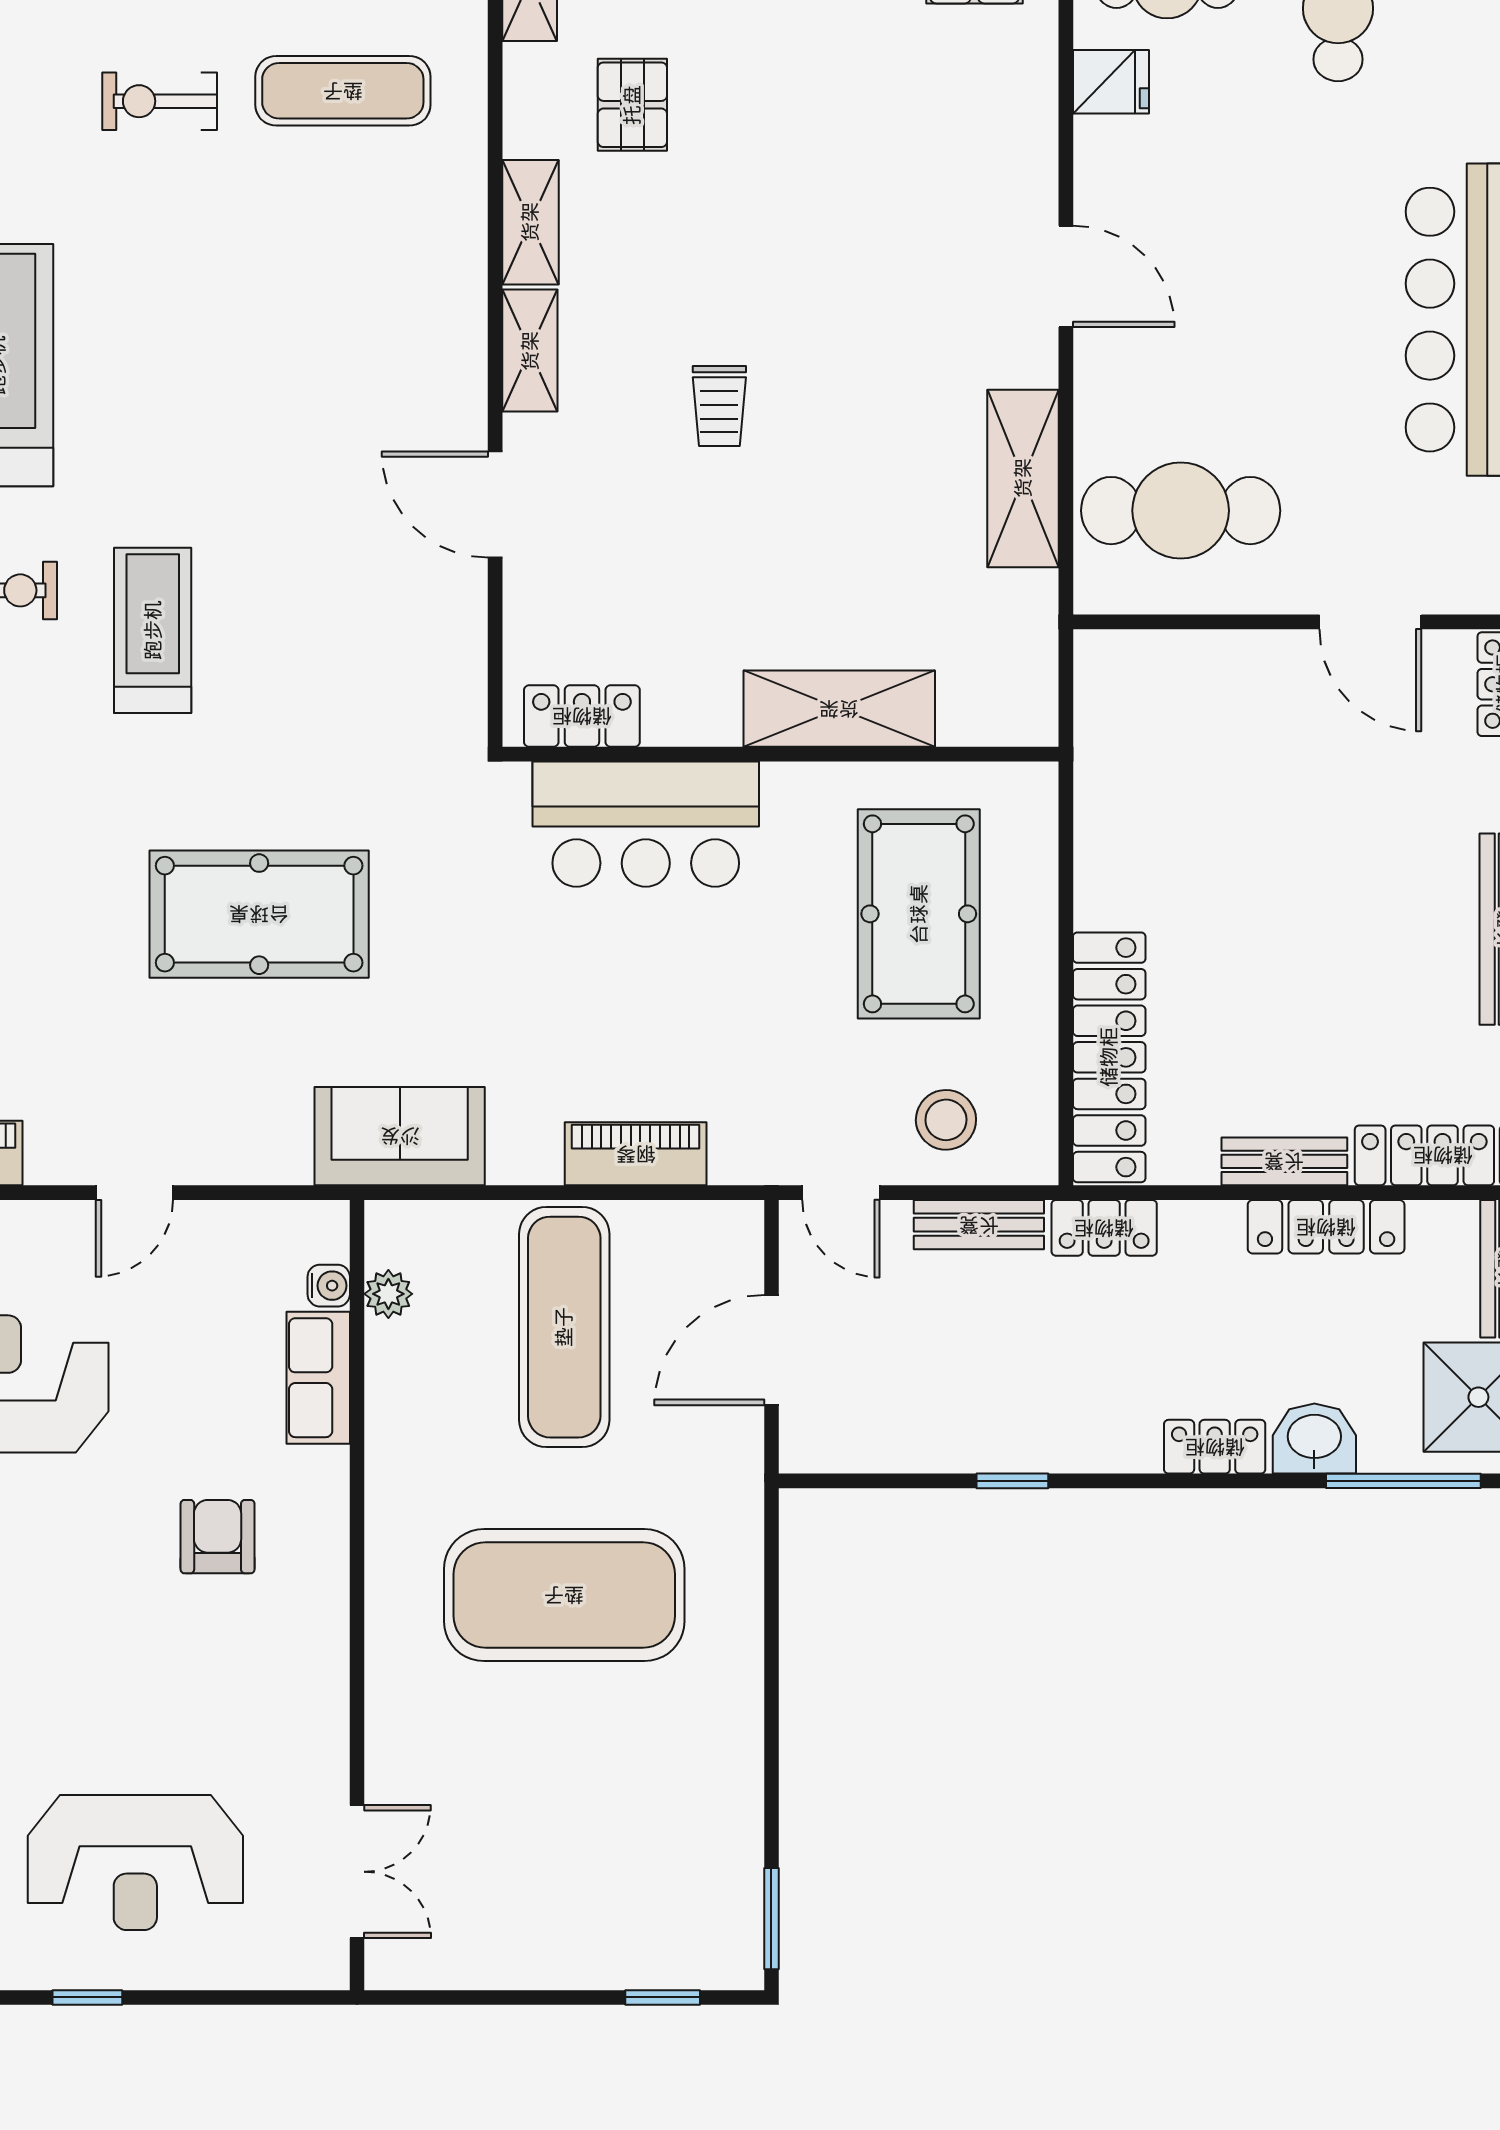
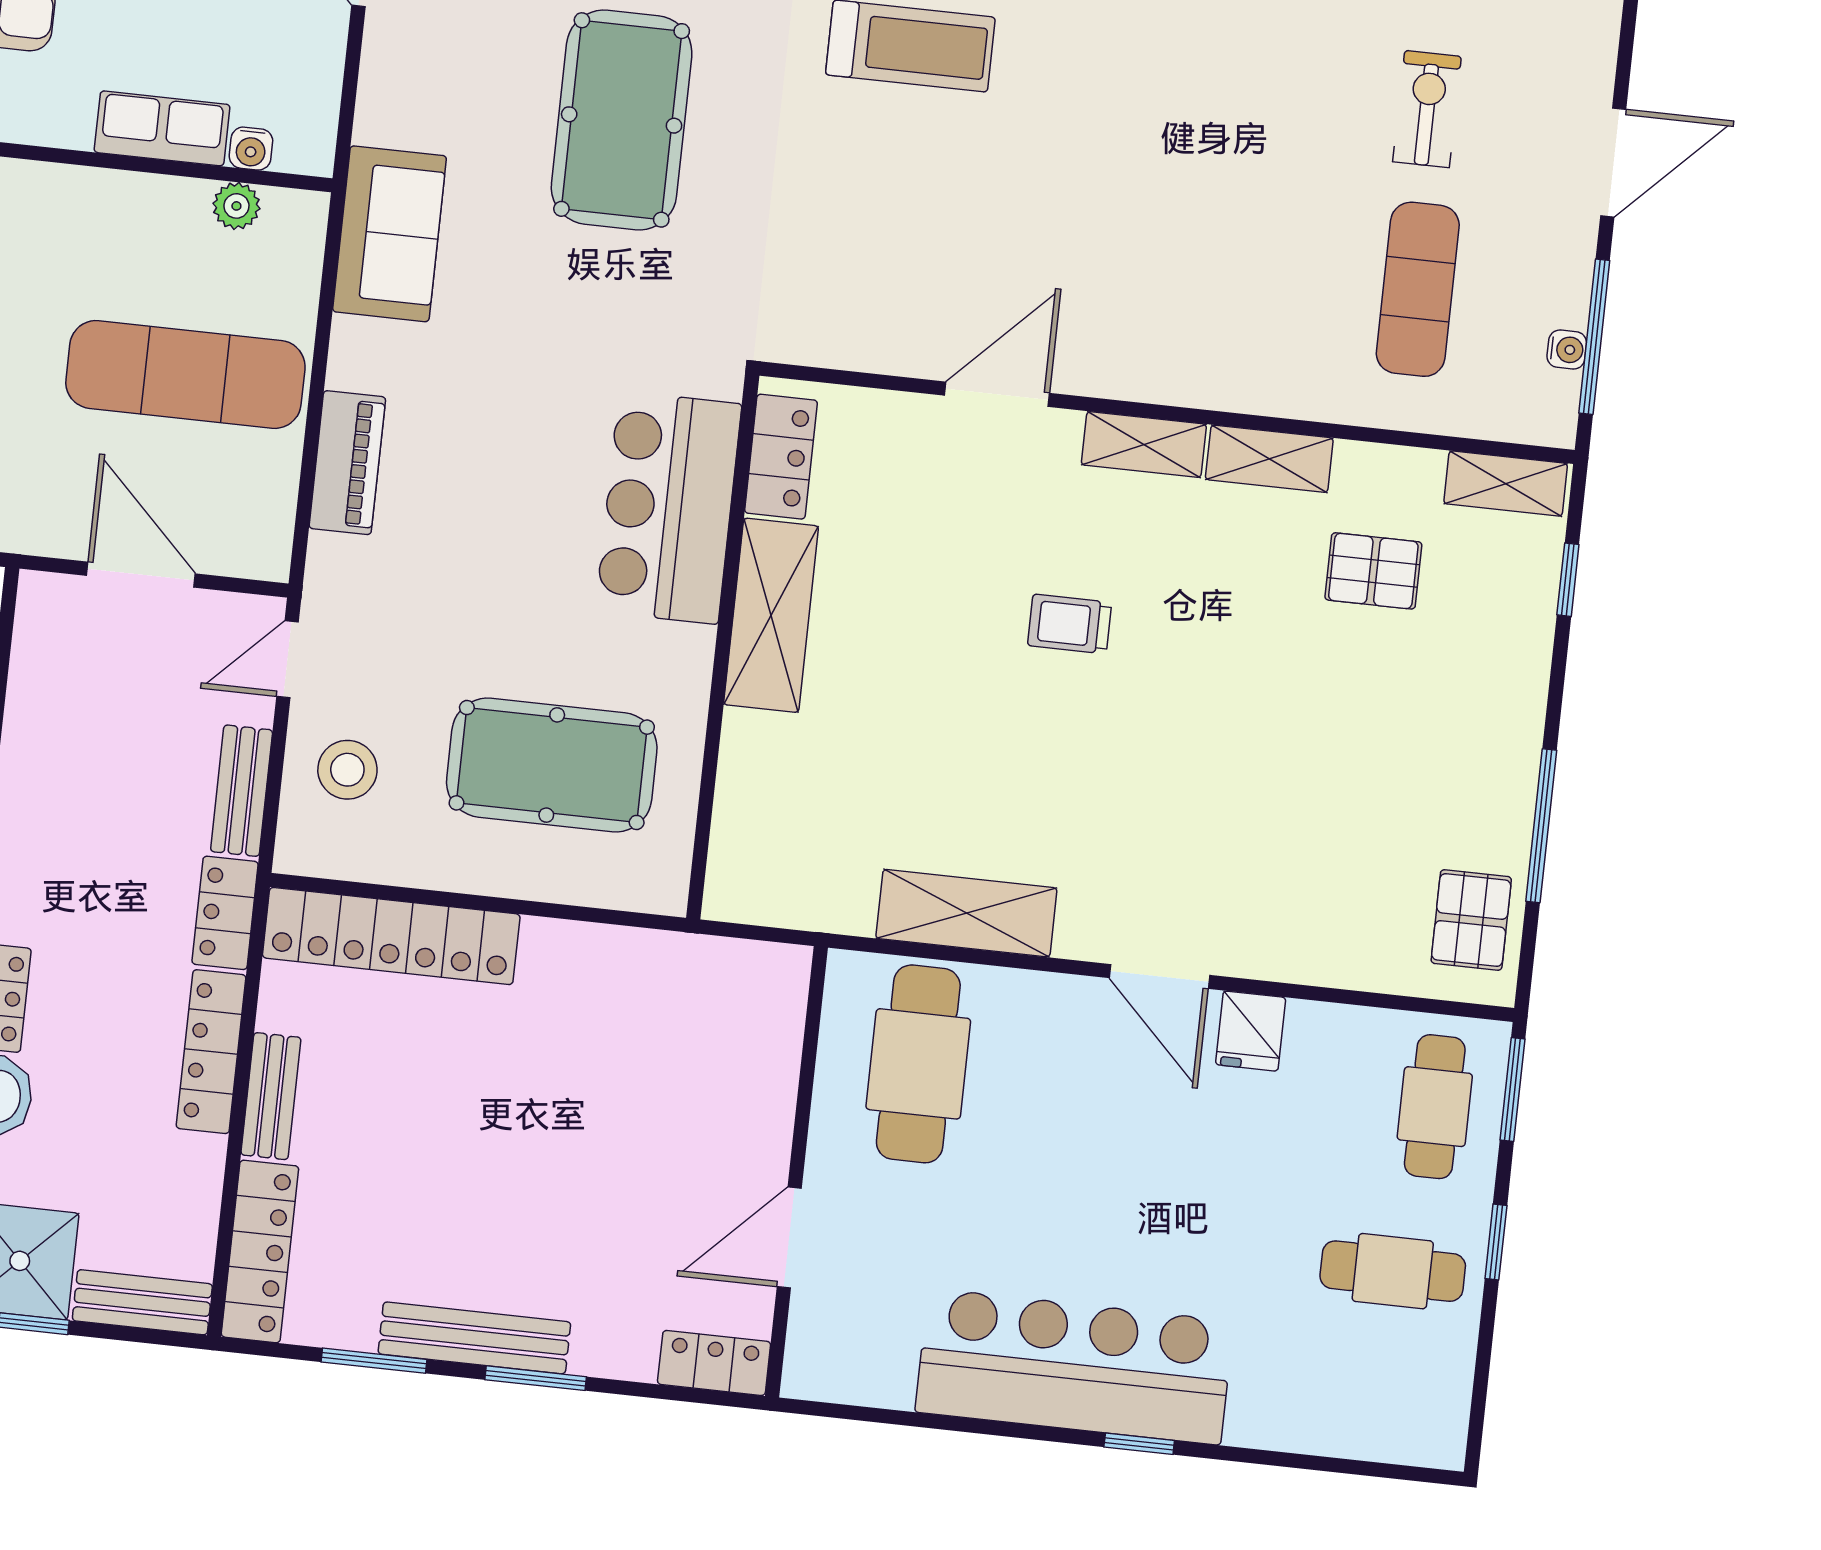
fridge: (1111, 82) -> (1251, 1031), moved
door: (1066, 276) -> (1159, 976), hinge flipped
shelving: (839, 709) -> (771, 615), moved
locker: (1326, 1227) -> (211, 1052), moved

